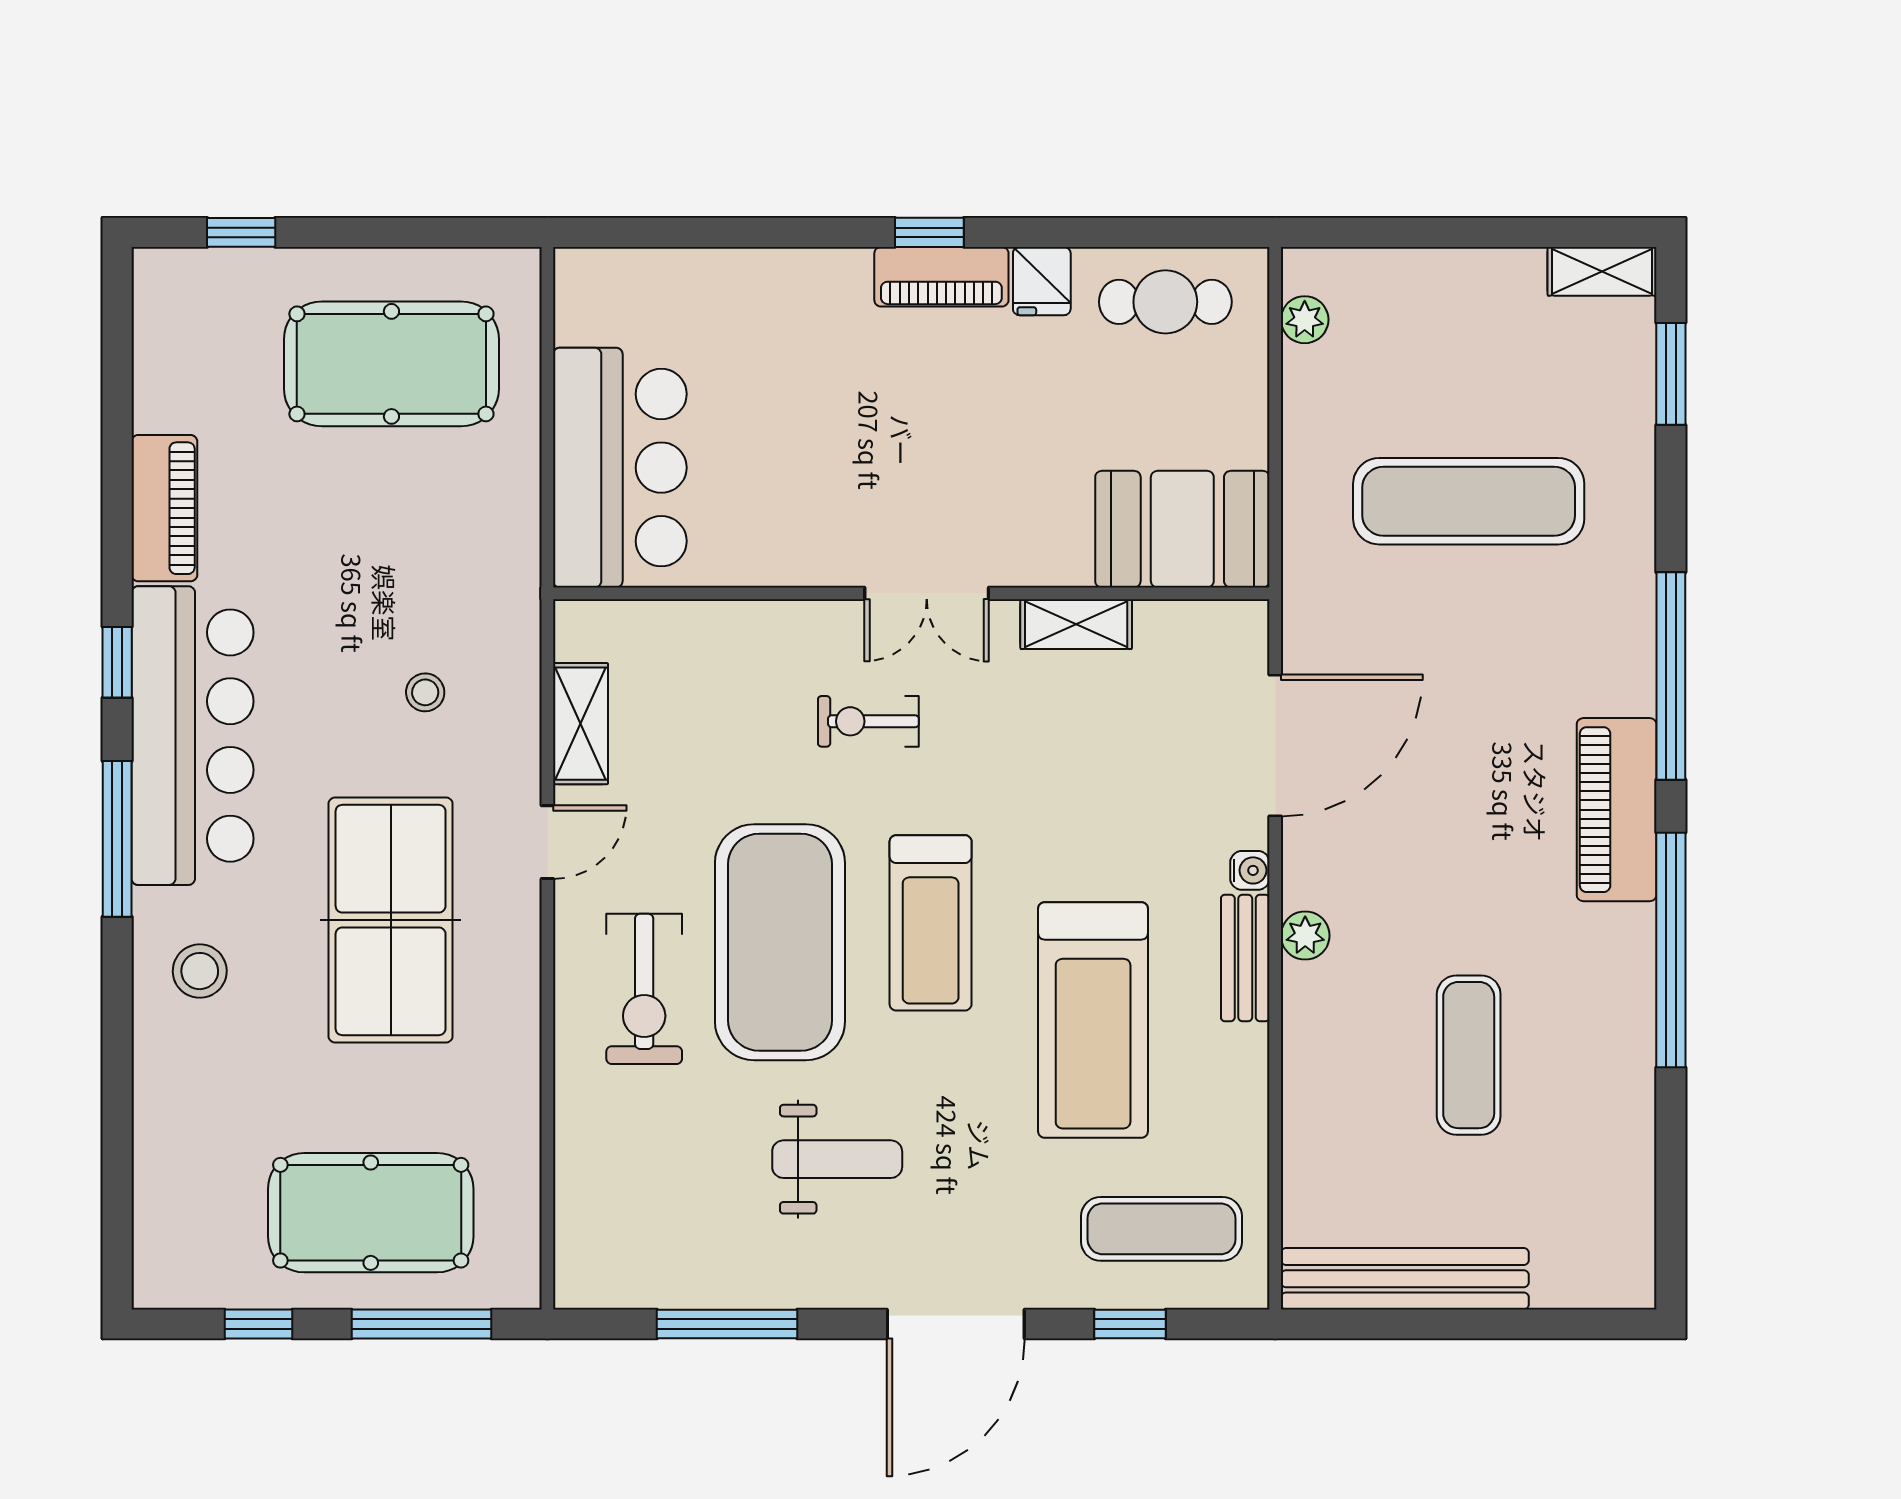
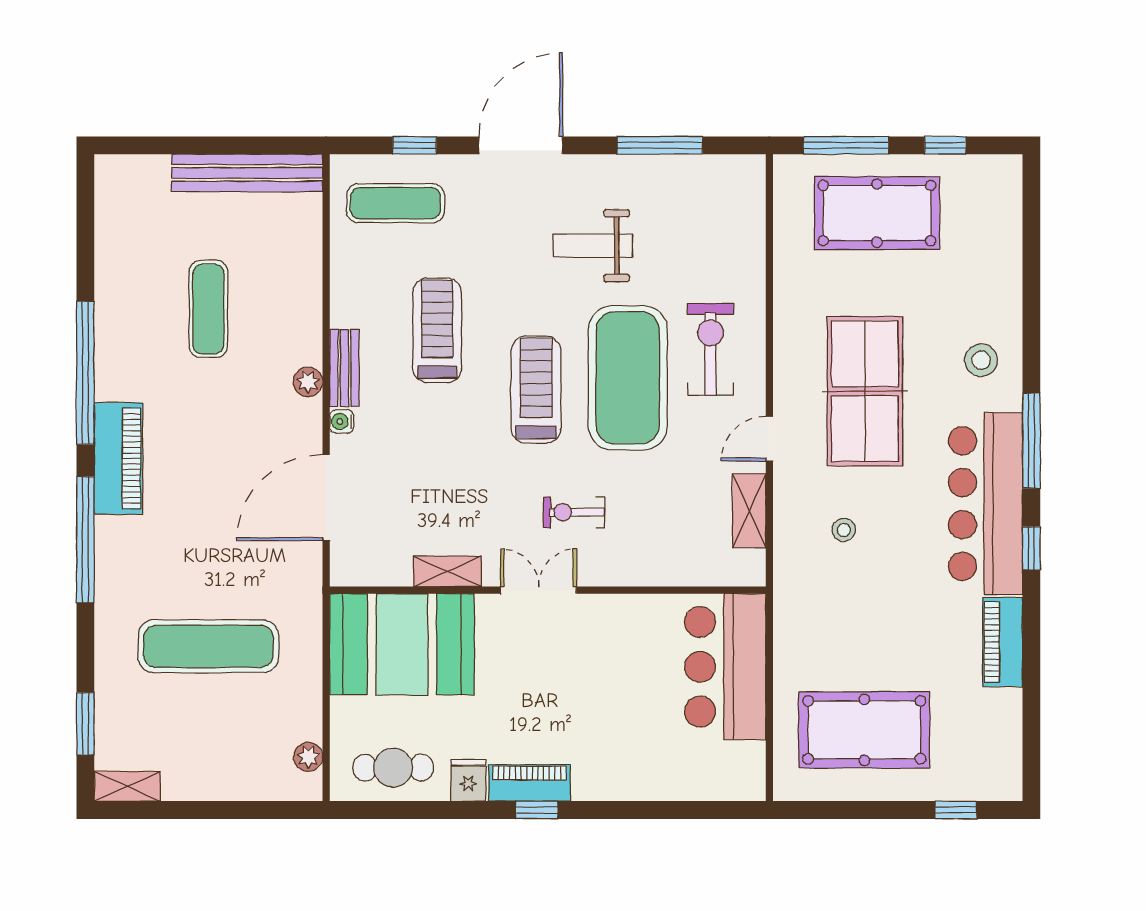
booth: (1182, 529) -> (402, 644), width x1.36, depth x1.42
exercise bike: (868, 721) -> (574, 512), turned 180
treadmill: (1093, 1020) -> (437, 330), width x0.73, depth x0.73

